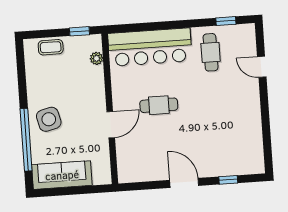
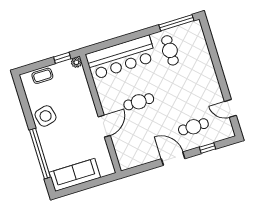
window: (226, 21) -> (176, 23), width x2.17
plant: (96, 58) -> (76, 62), moved
door: (262, 67) -> (230, 108), moved
side table: (49, 119) -> (46, 116), moved
cafe table: (217, 150) -> (193, 127), added

